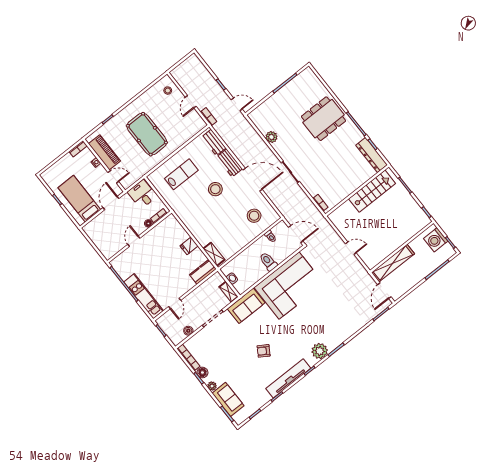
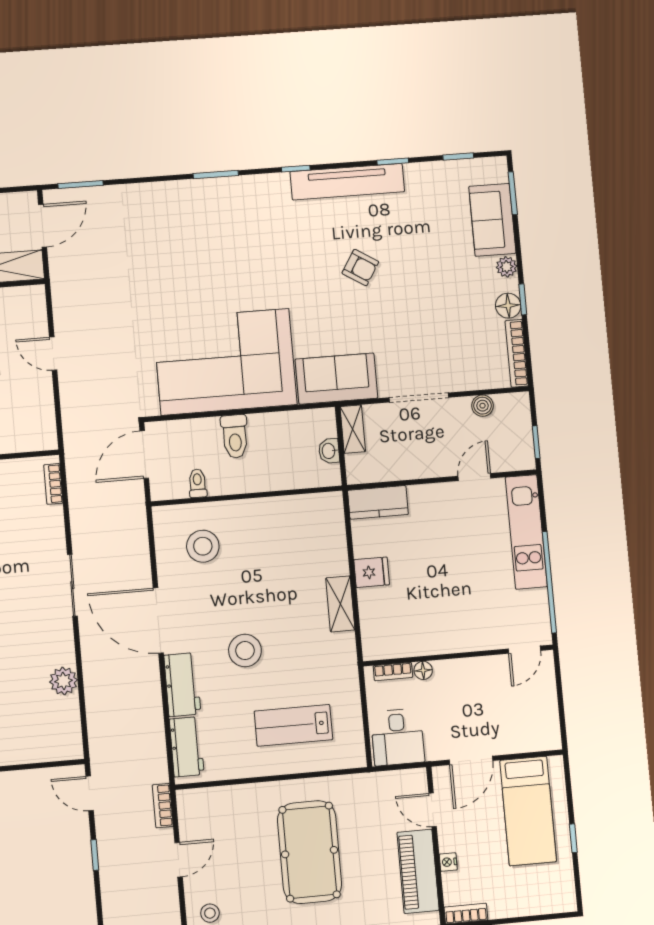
door: (296, 234) -> (144, 455), hinge flipped
door: (134, 241) -> (524, 650), moved
shelving: (214, 254) -> (340, 604), moved
plant: (320, 351) -> (250, 193), removed

